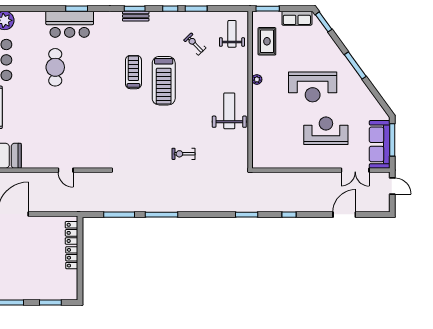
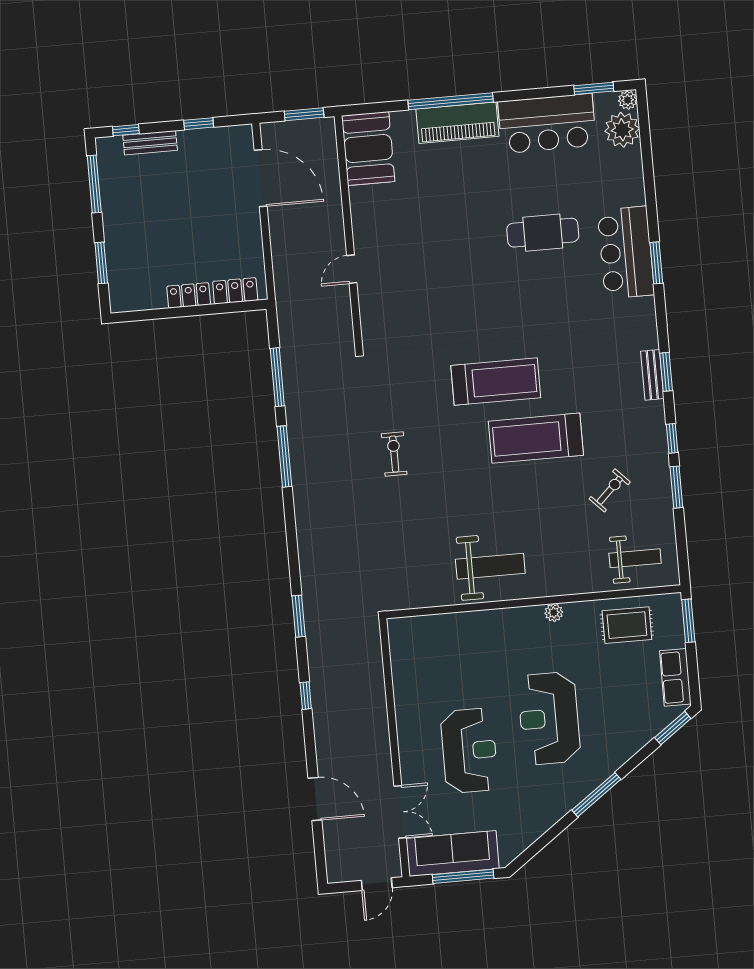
treadmill: (133, 72) -> (496, 382), moved, width x1.37, depth x1.38
exercise bike: (184, 154) -> (394, 454), moved
double door: (355, 170) -> (400, 812), swing flipped

